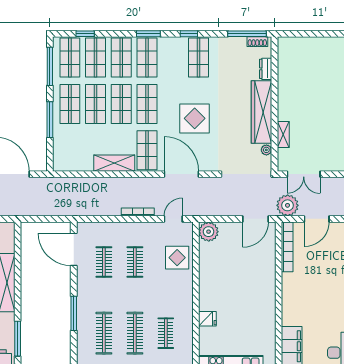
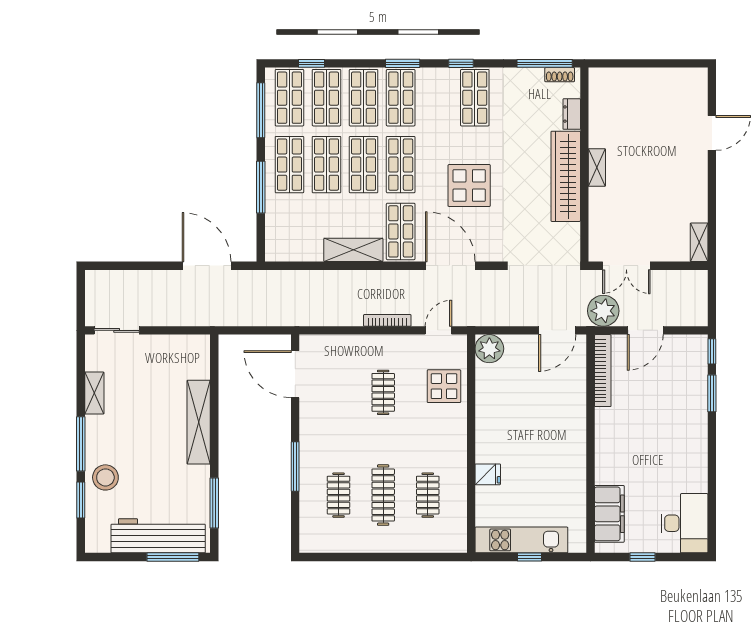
shelving: (283, 135) -> (597, 167), moved
plant: (266, 150) -> (573, 231), removed
clothes rail: (104, 262) -> (339, 392), removed
clothes rail: (104, 333) -> (339, 495), width x0.73

